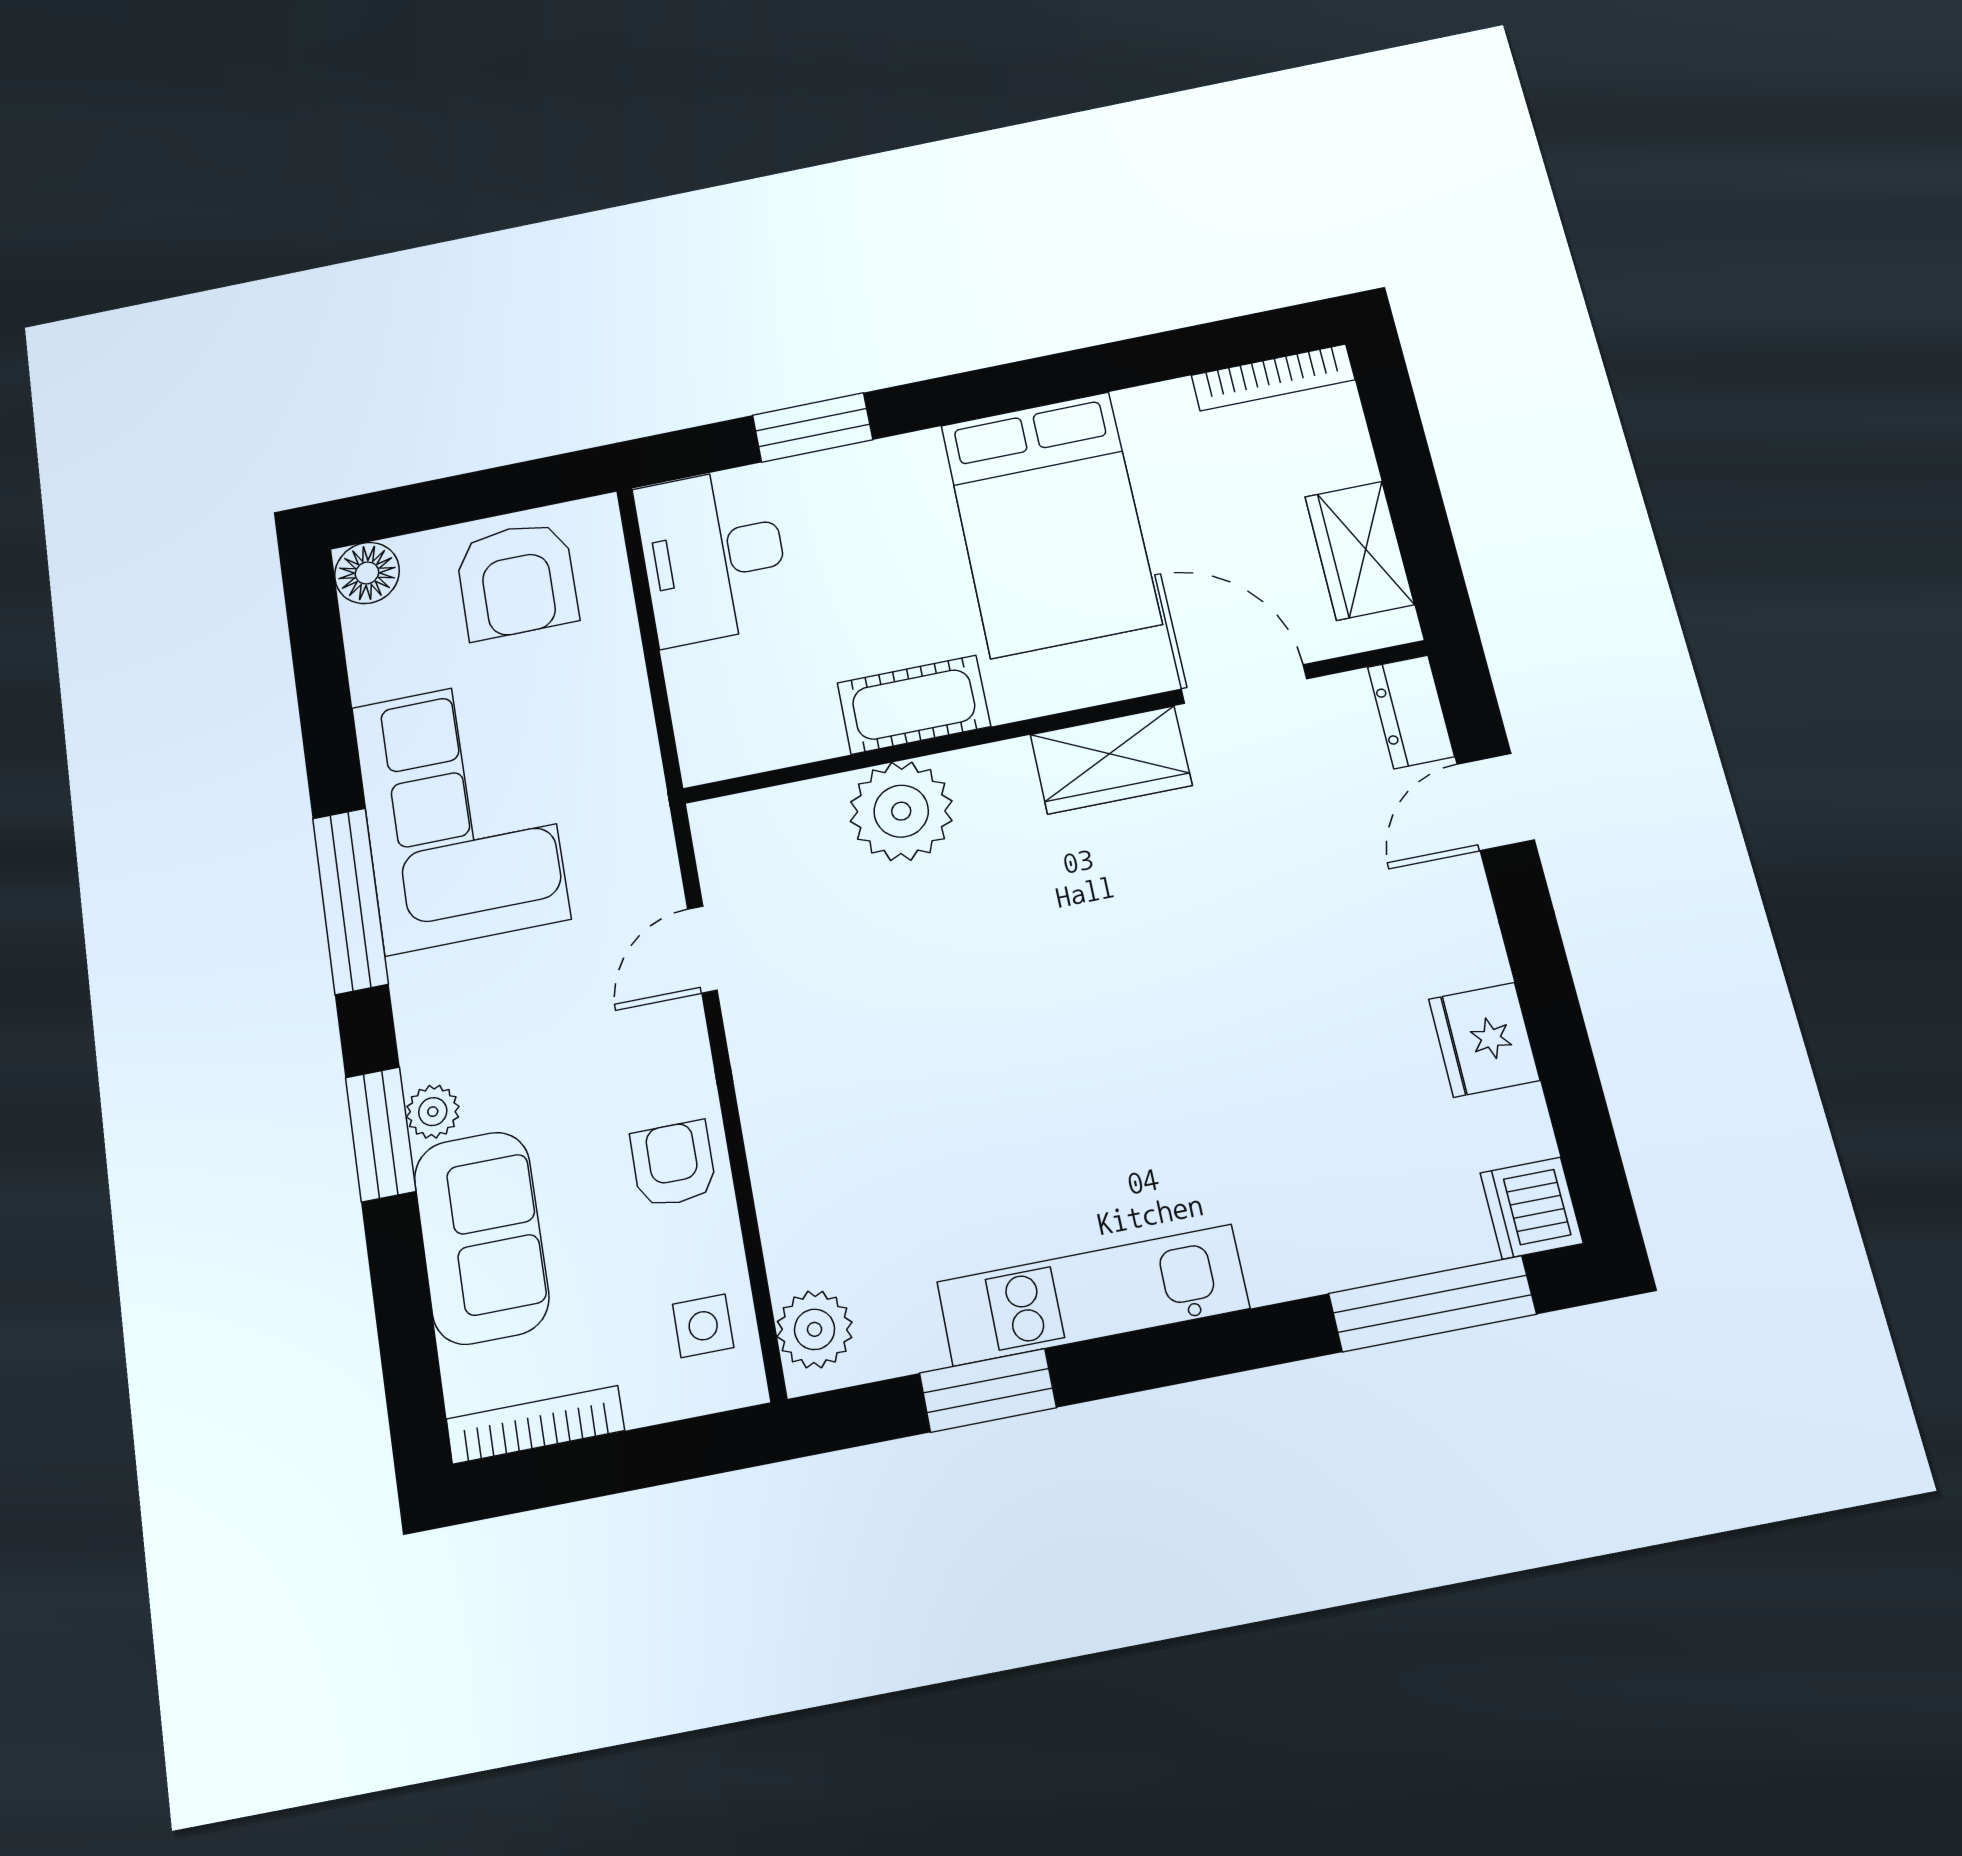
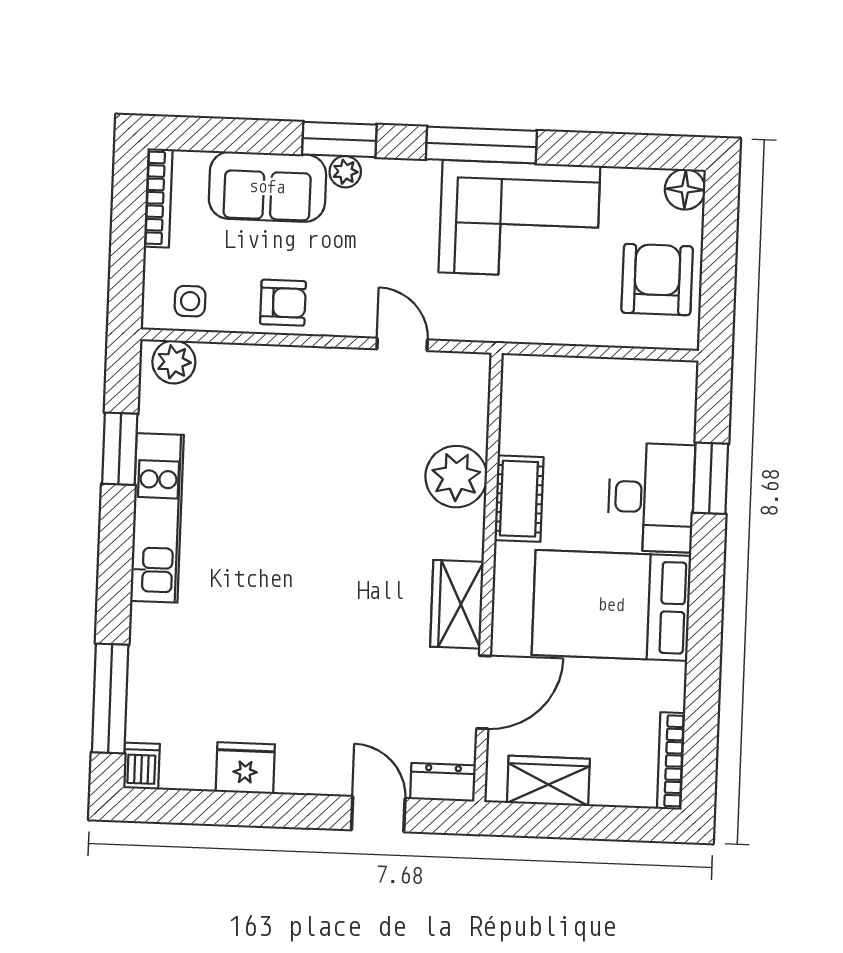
desk: (713, 555) -> (651, 497), moved, turned 90
armchair: (517, 580) -> (657, 280), turned 90
dishwasher: (1532, 1208) -> (141, 766), width x0.73

